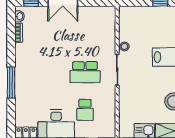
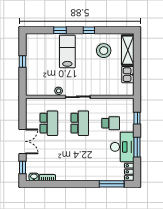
school desk: (85, 35) -> (49, 123), added
window: (11, 83) -> (112, 184), moved

